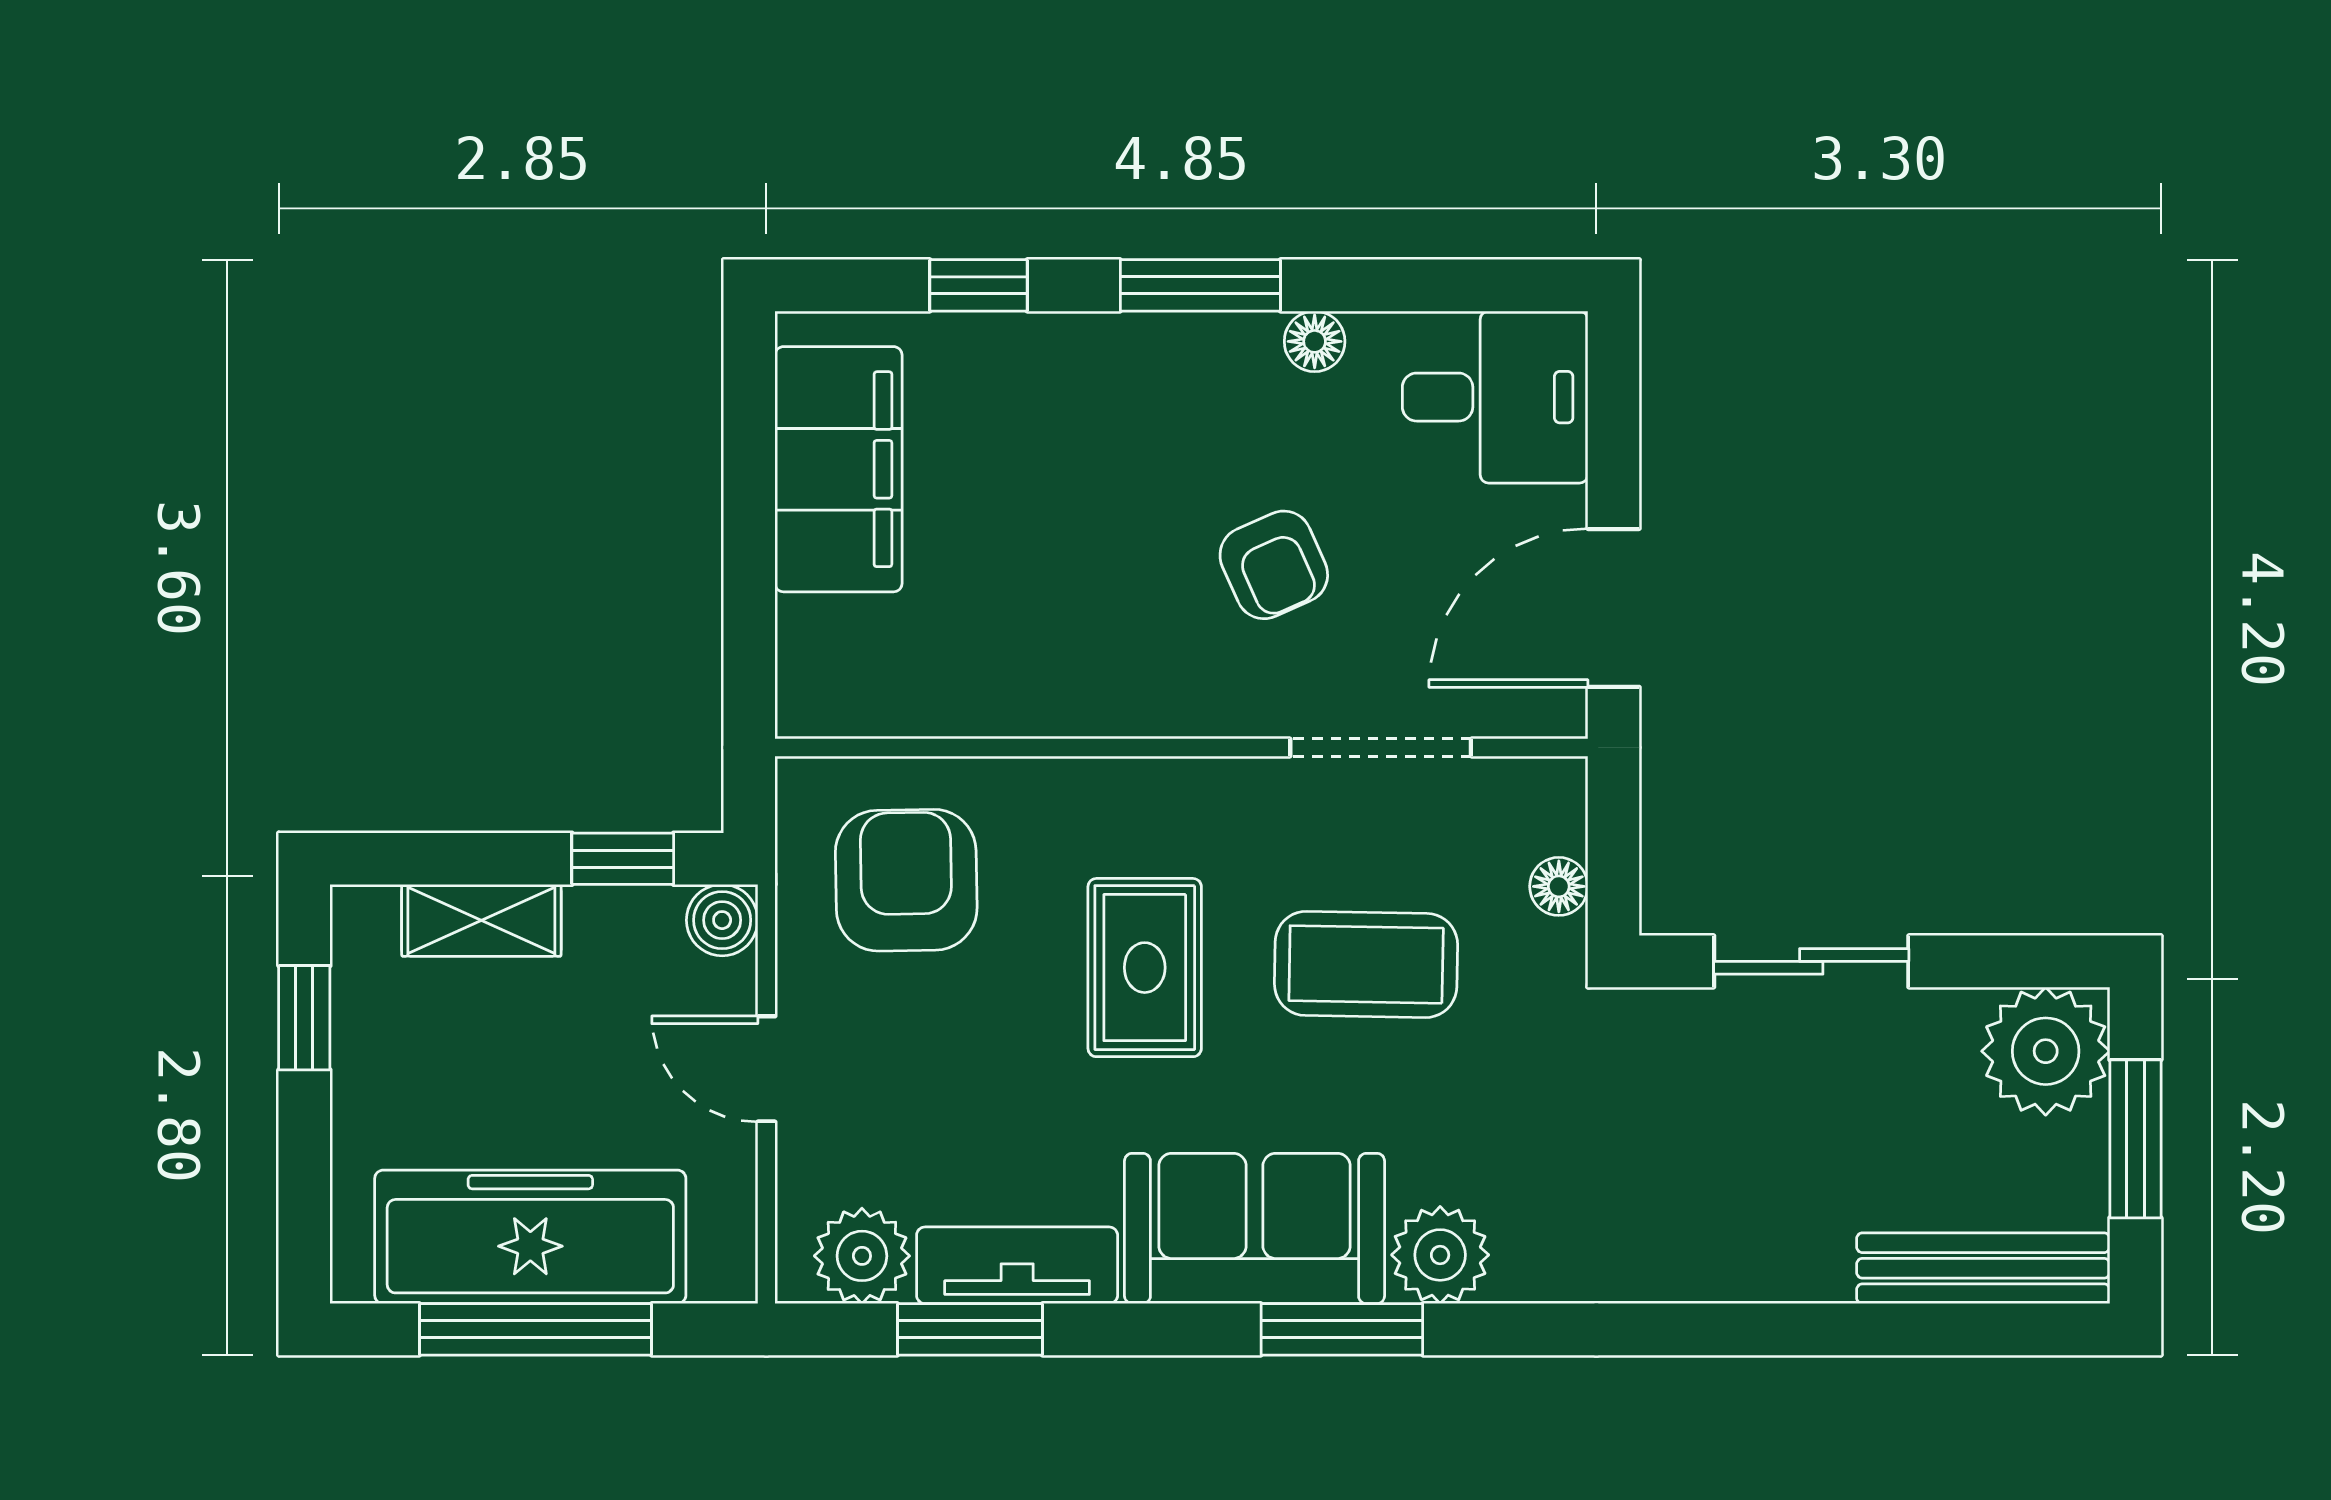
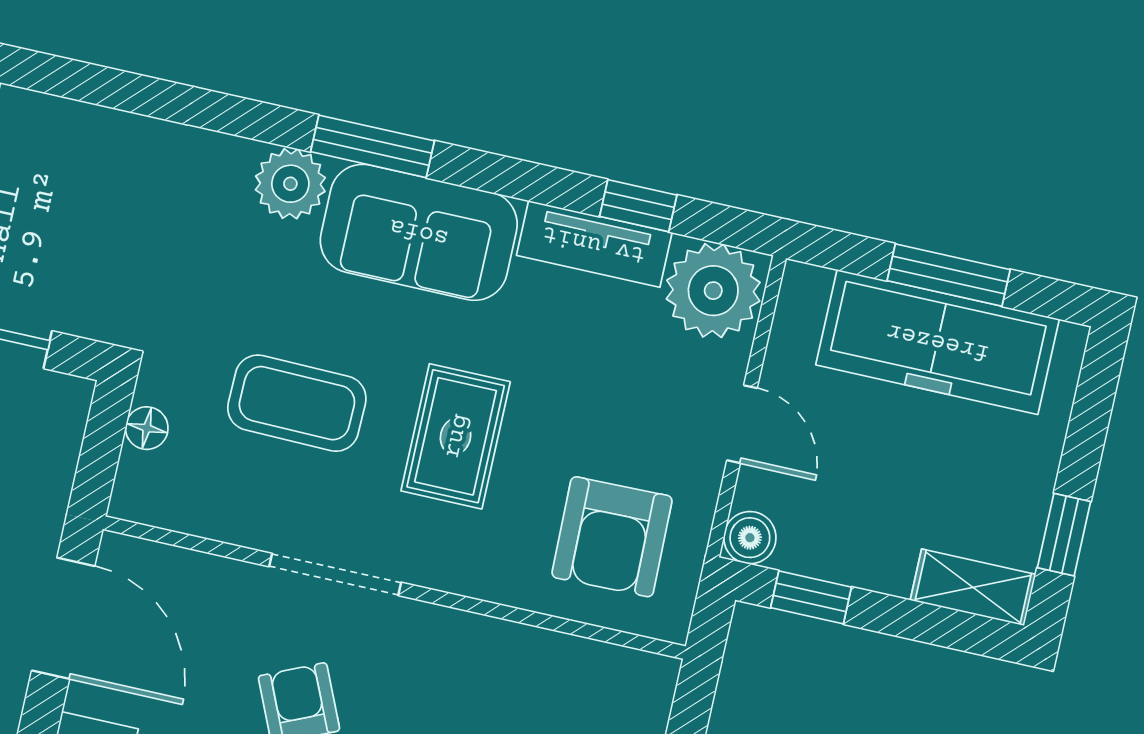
door: (1613, 608) -> (63, 618), hinge flipped
doorway: (1381, 747) -> (335, 574), moved
shelving: (481, 920) -> (973, 587), moved
plant: (862, 1256) -> (713, 291), width x1.36, depth x1.36
window: (535, 1329) -> (949, 275), width x0.69
window: (970, 1329) -> (638, 206), width x0.67

